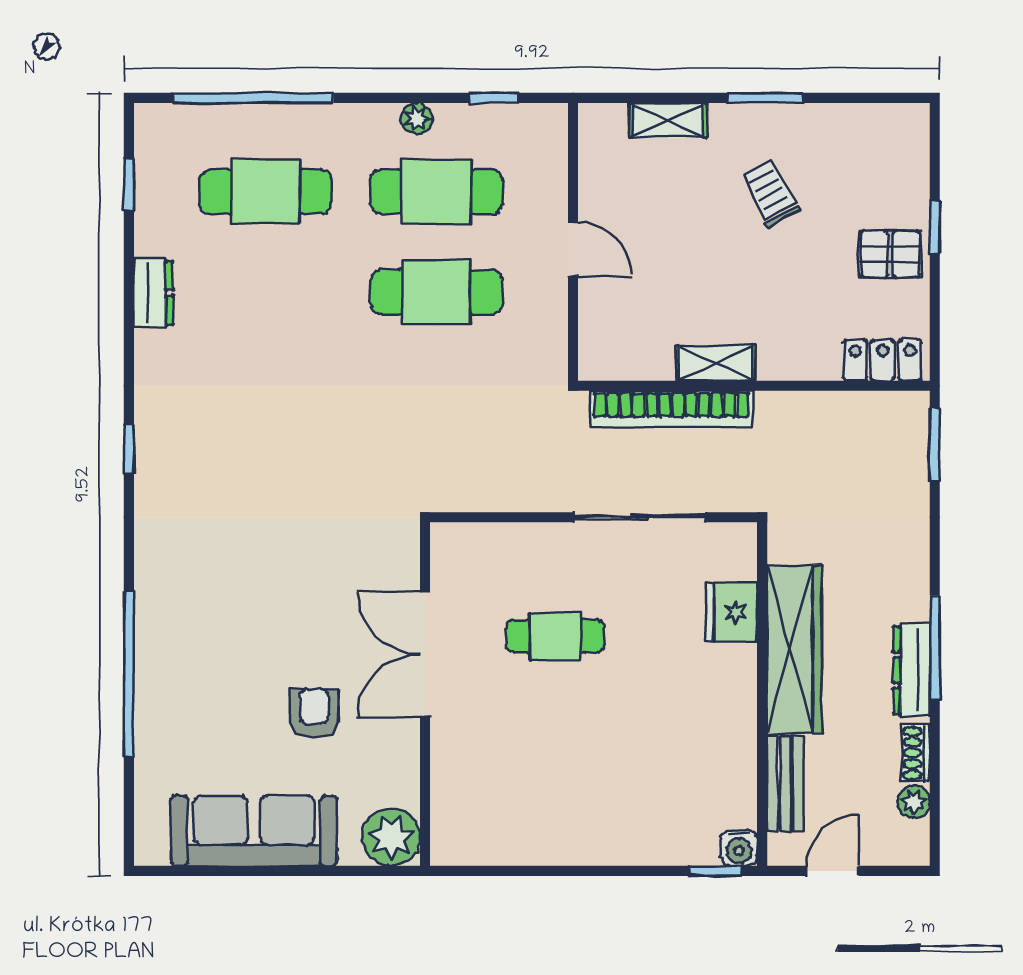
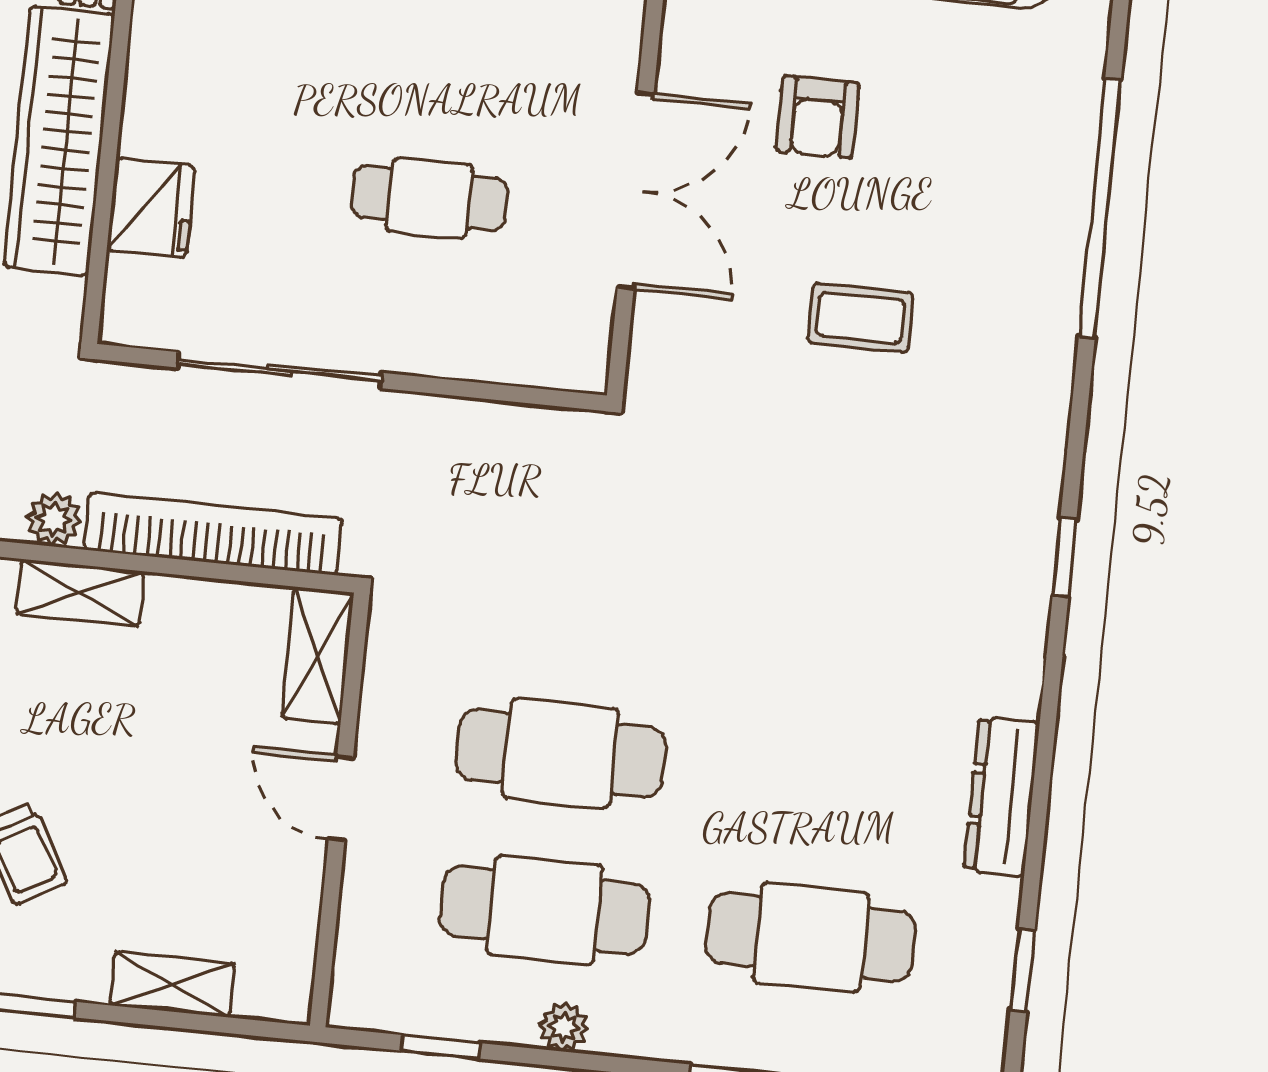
dresser: (153, 293) -> (1002, 797), width x1.44
shelving: (597, 339) -> (318, 655), added
shelving: (716, 363) -> (80, 593), moved
plant: (773, 408) -> (54, 519), added
coffee table: (274, 588) -> (860, 318), added

